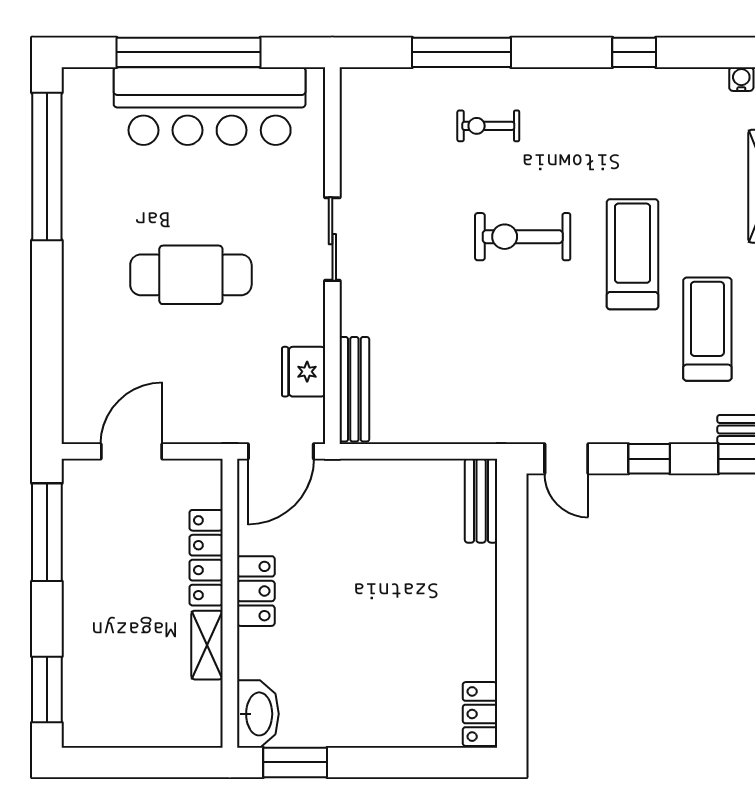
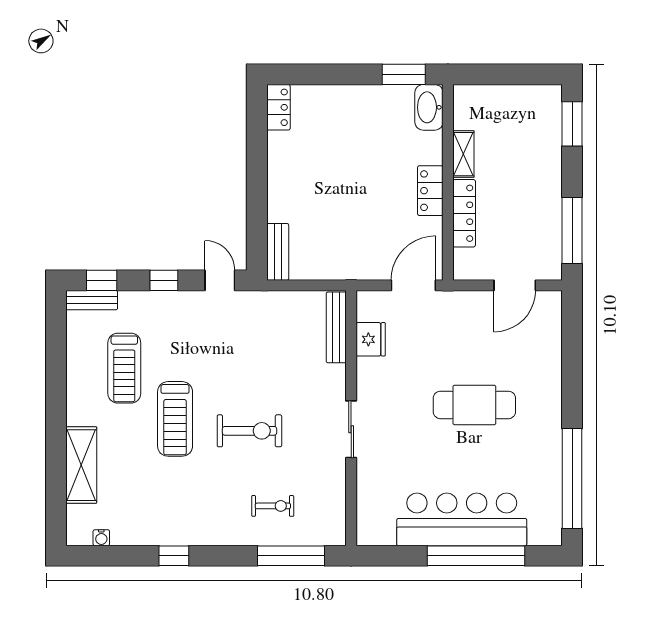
sliding door: (332, 239) -> (351, 429), moved
wall: (332, 256) -> (351, 418), moved
fridge: (304, 372) -> (371, 339), moved
bench: (354, 389) -> (336, 327), moved

